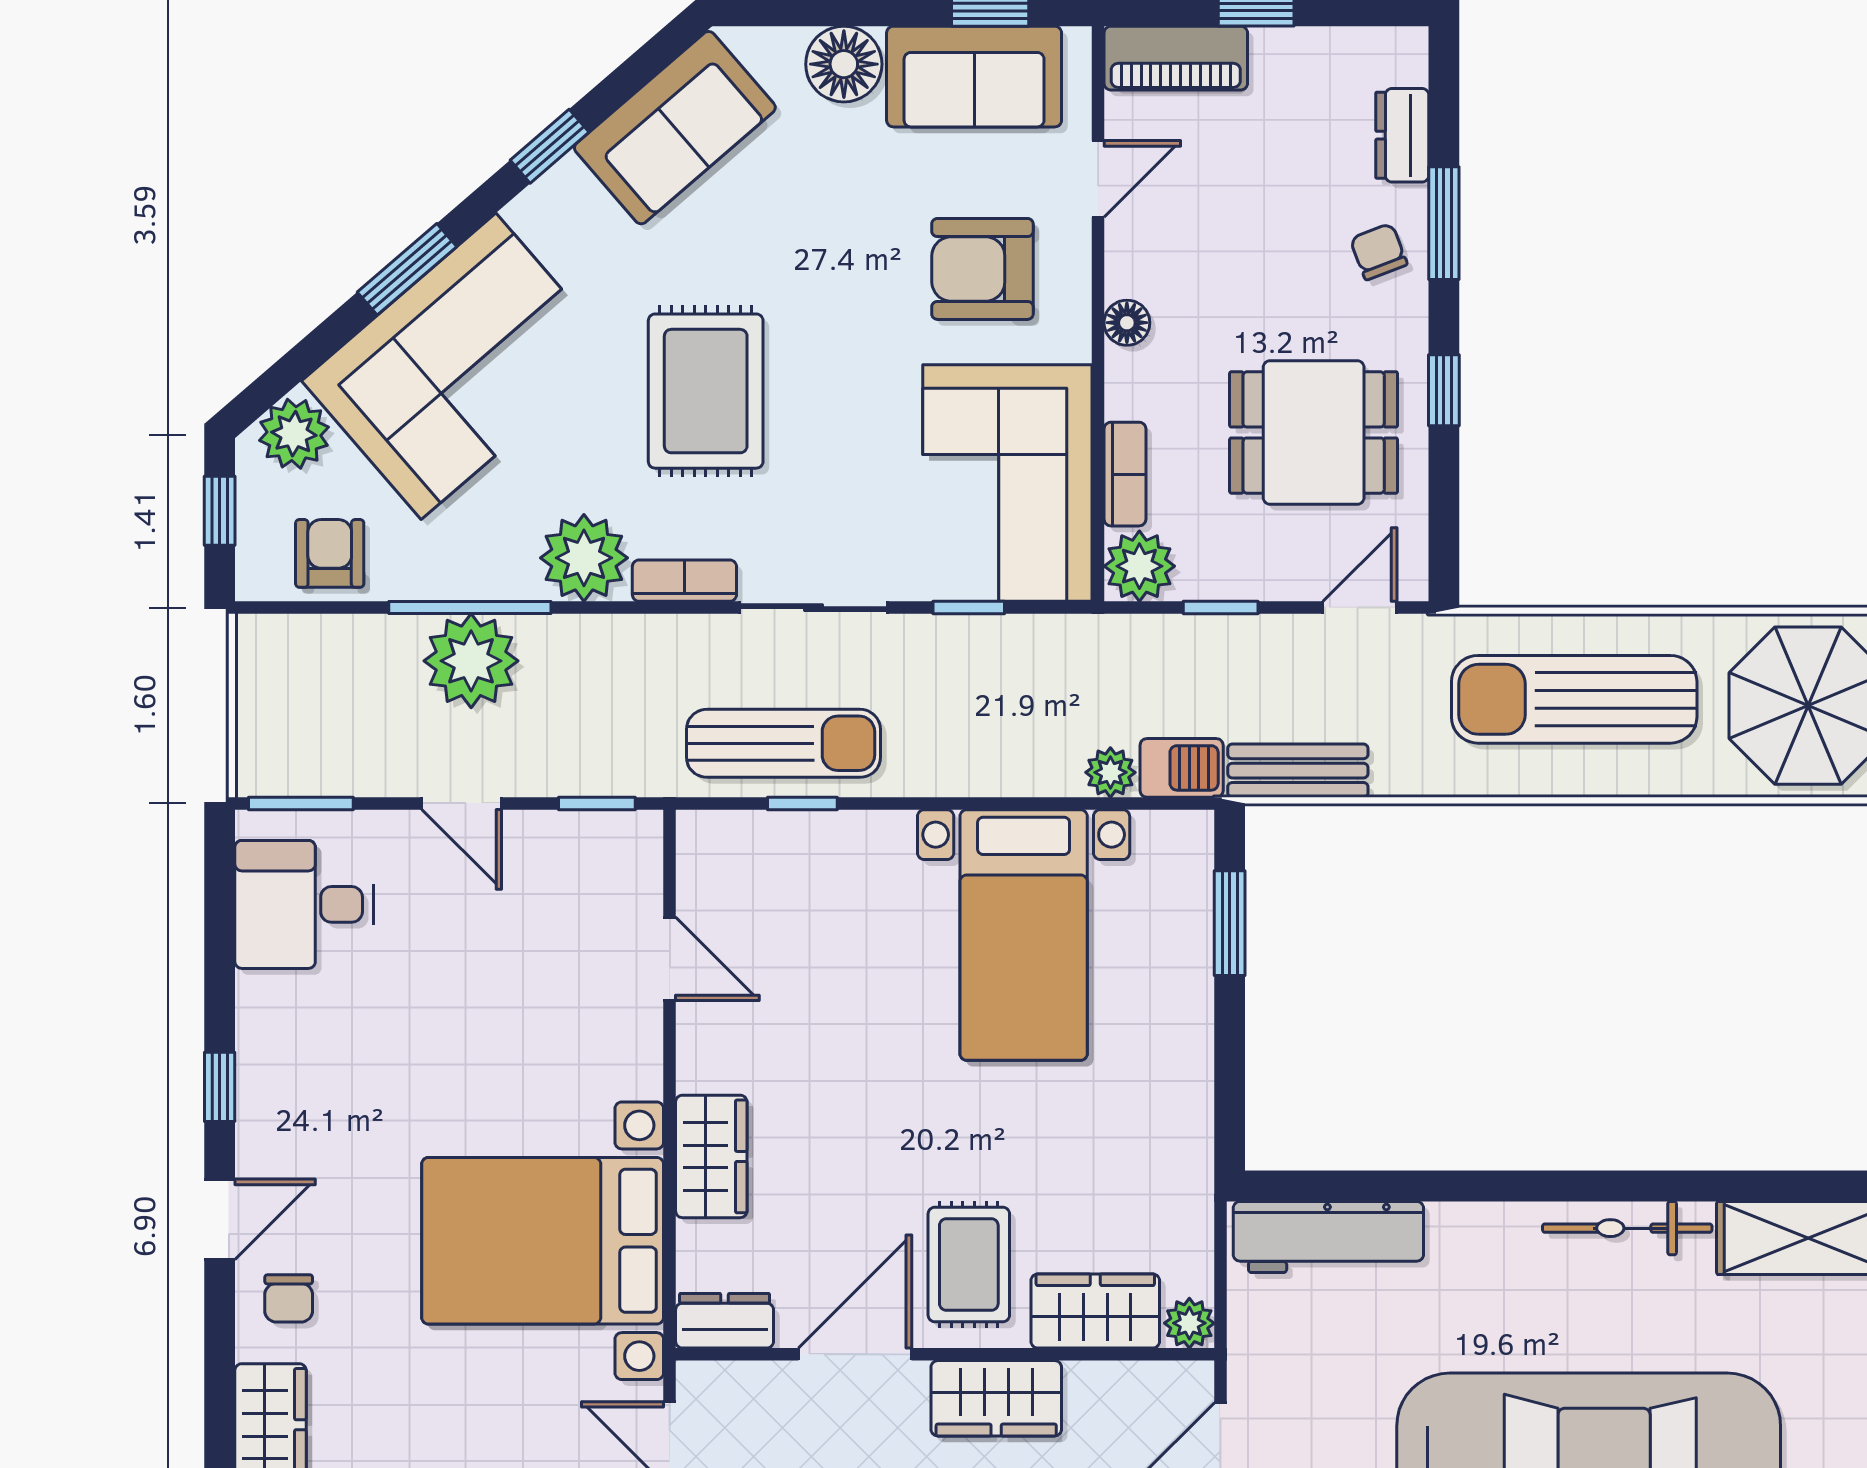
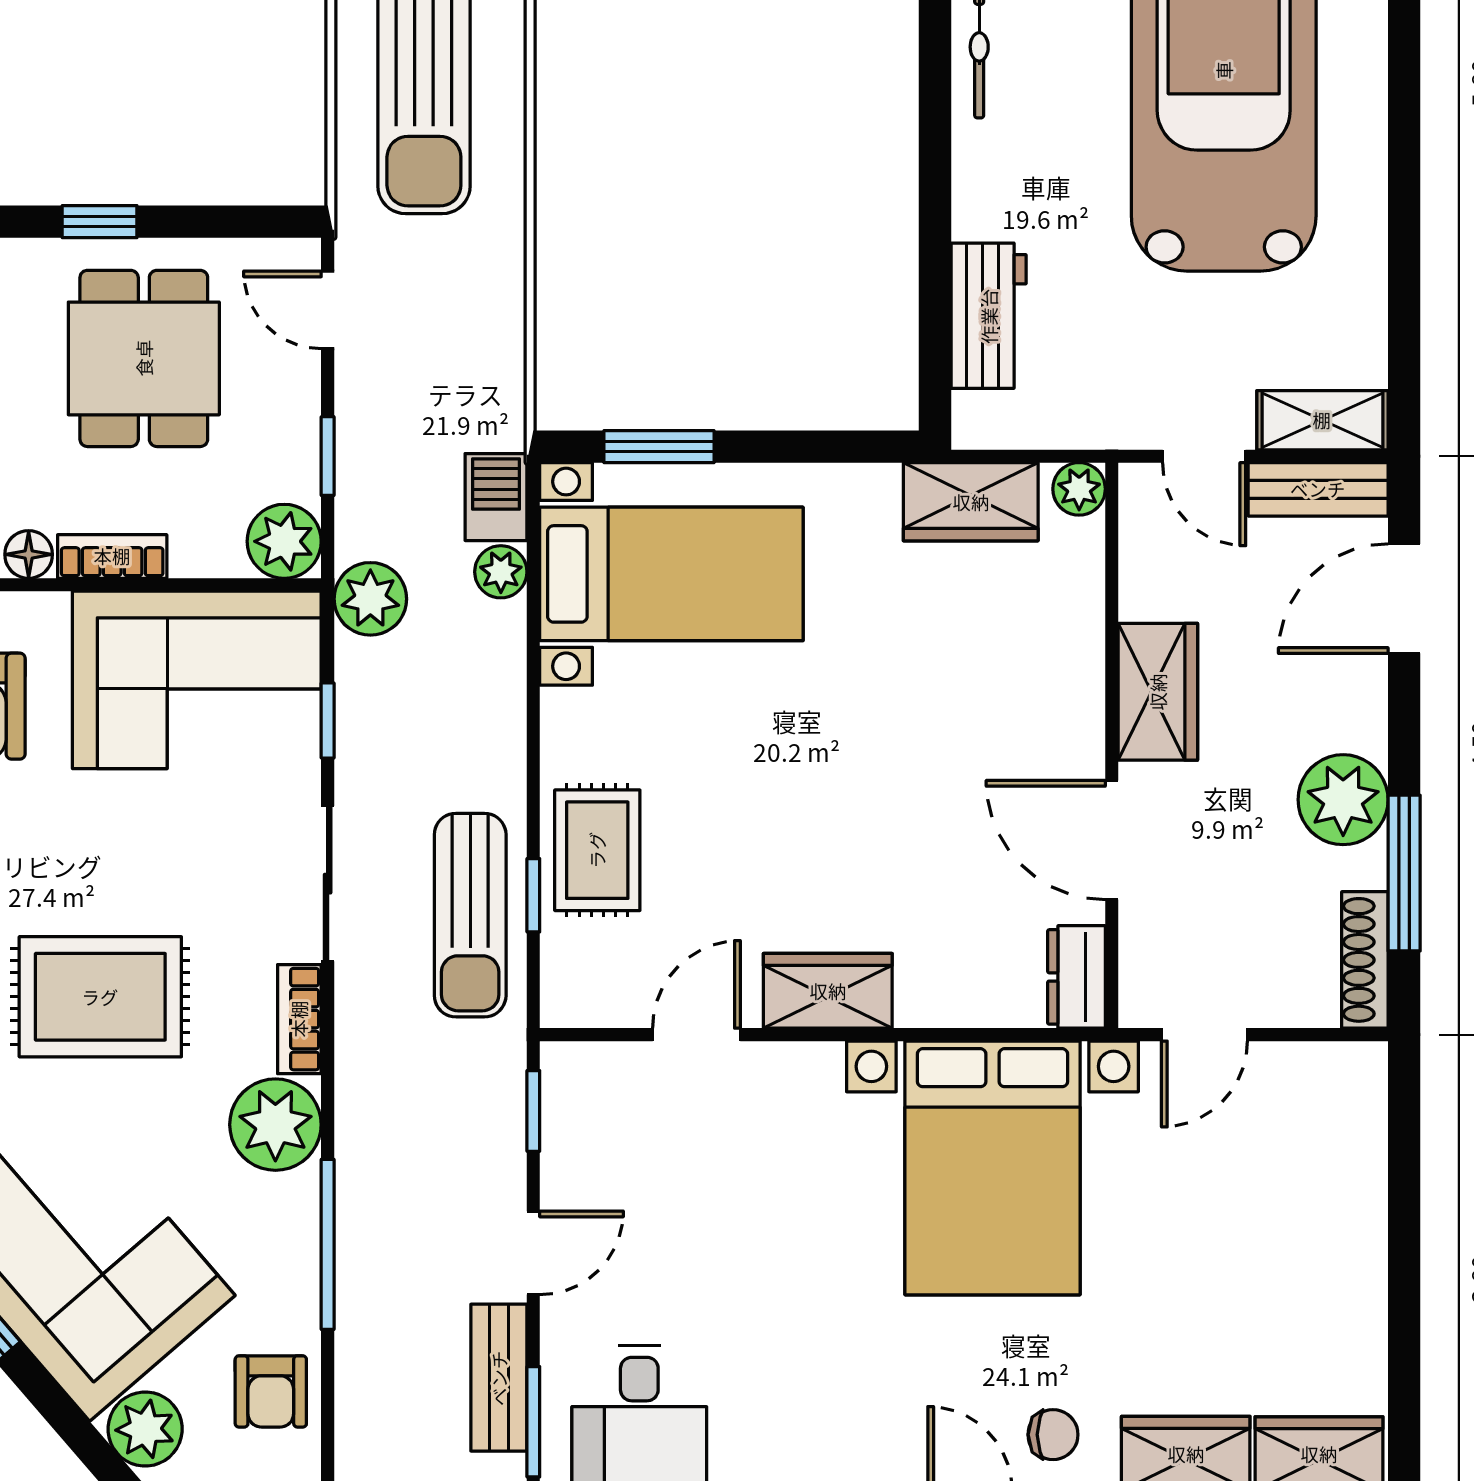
bookcase: (1125, 474) -> (112, 556), moved
armchair: (330, 553) -> (271, 1391), turned -90
plant: (471, 661) -> (370, 599), moved, width x0.73, depth x0.73
sun lounger: (783, 743) -> (470, 915), turned 180
bench: (1298, 771) -> (499, 1378), moved
bed with nightstands: (1024, 935) -> (671, 574), moved
wardrobe: (711, 1156) -> (828, 991), moved
workbench: (1328, 1237) -> (989, 316), width x0.73
rug: (969, 1265) -> (597, 850), moved, turned 90
wardrobe: (1095, 1311) -> (971, 502), moved, turned -90

